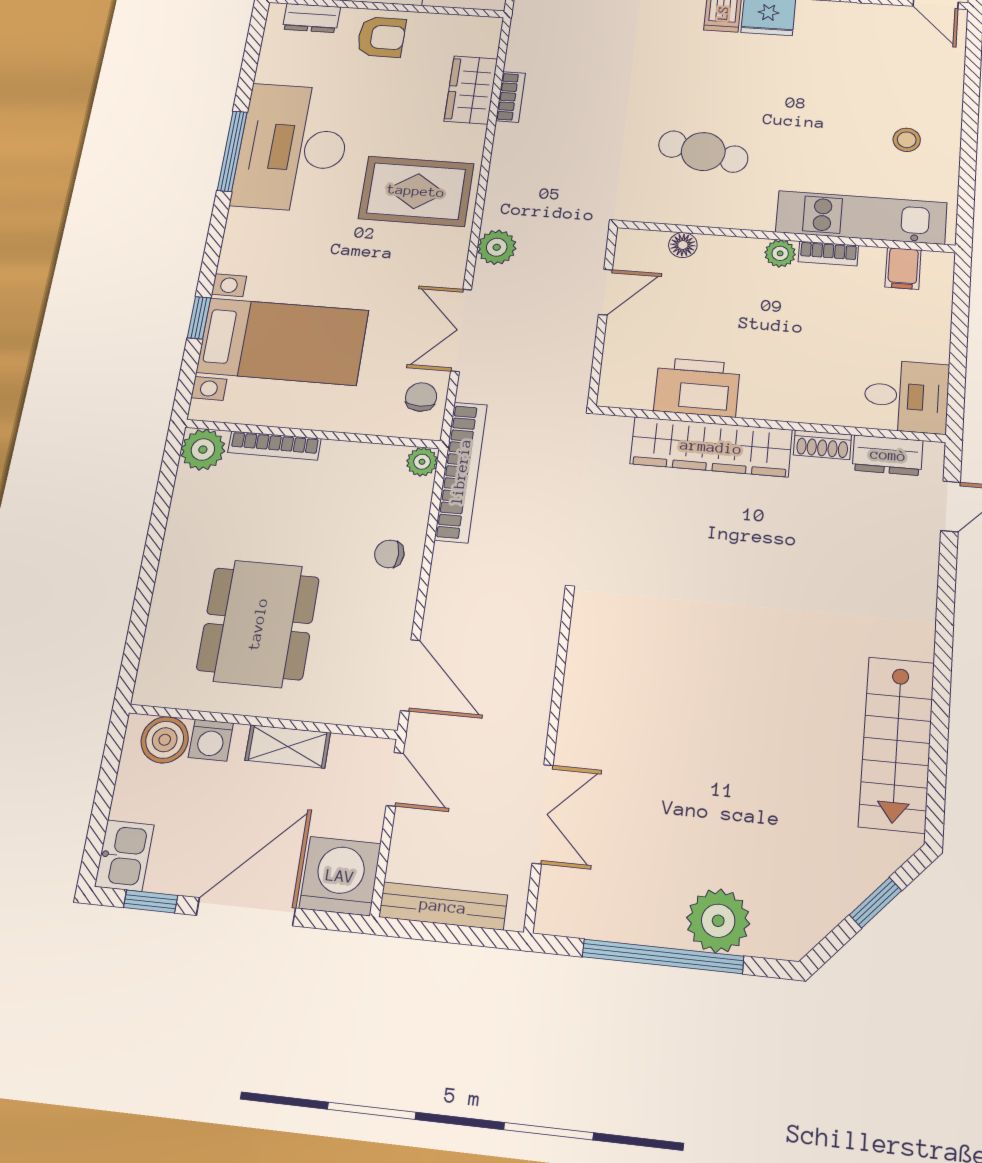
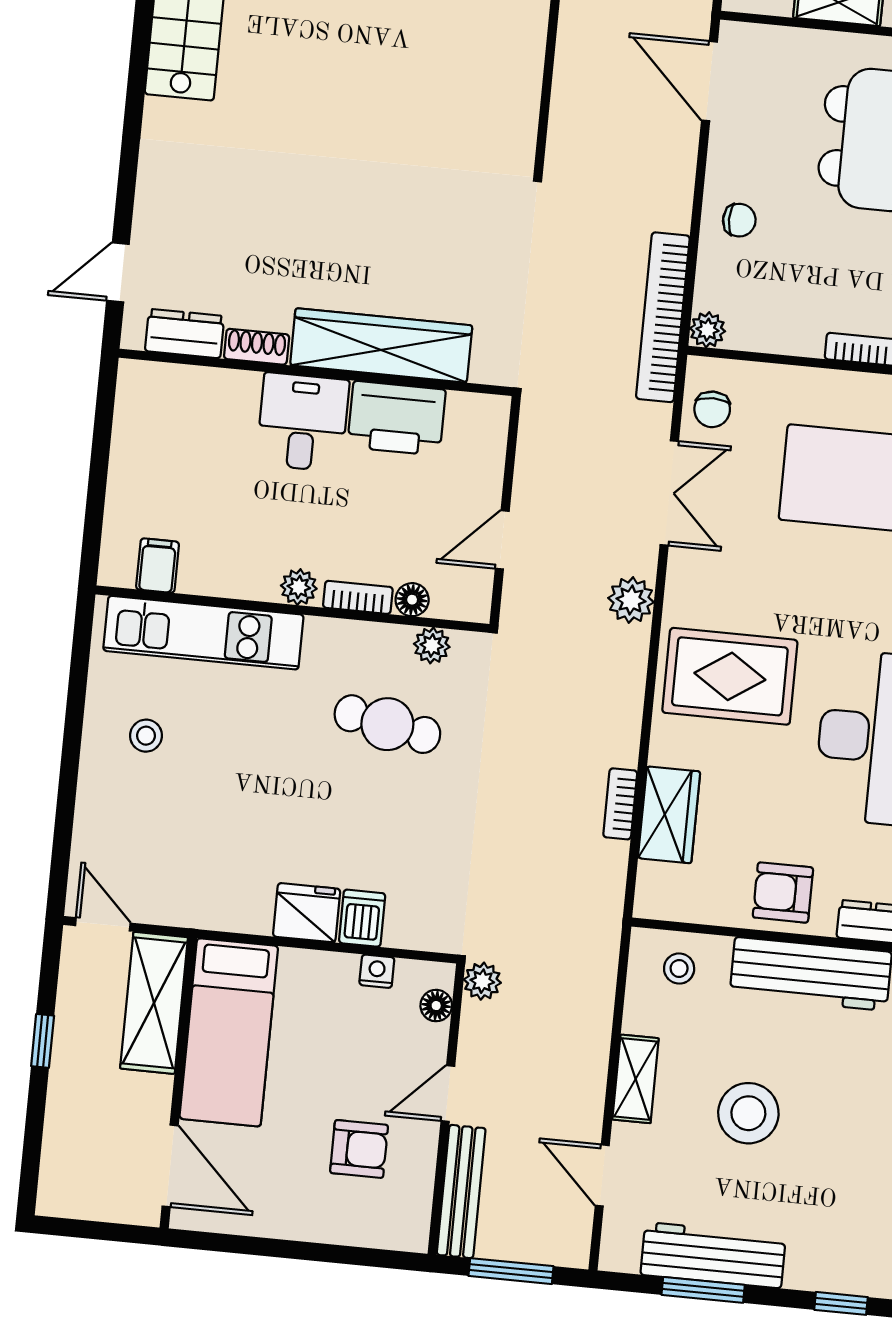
plant: (666, 211) -> (432, 645), added
bookcase: (828, 254) -> (358, 597), moved
desk: (906, 396) -> (303, 422), moved, turned 90

